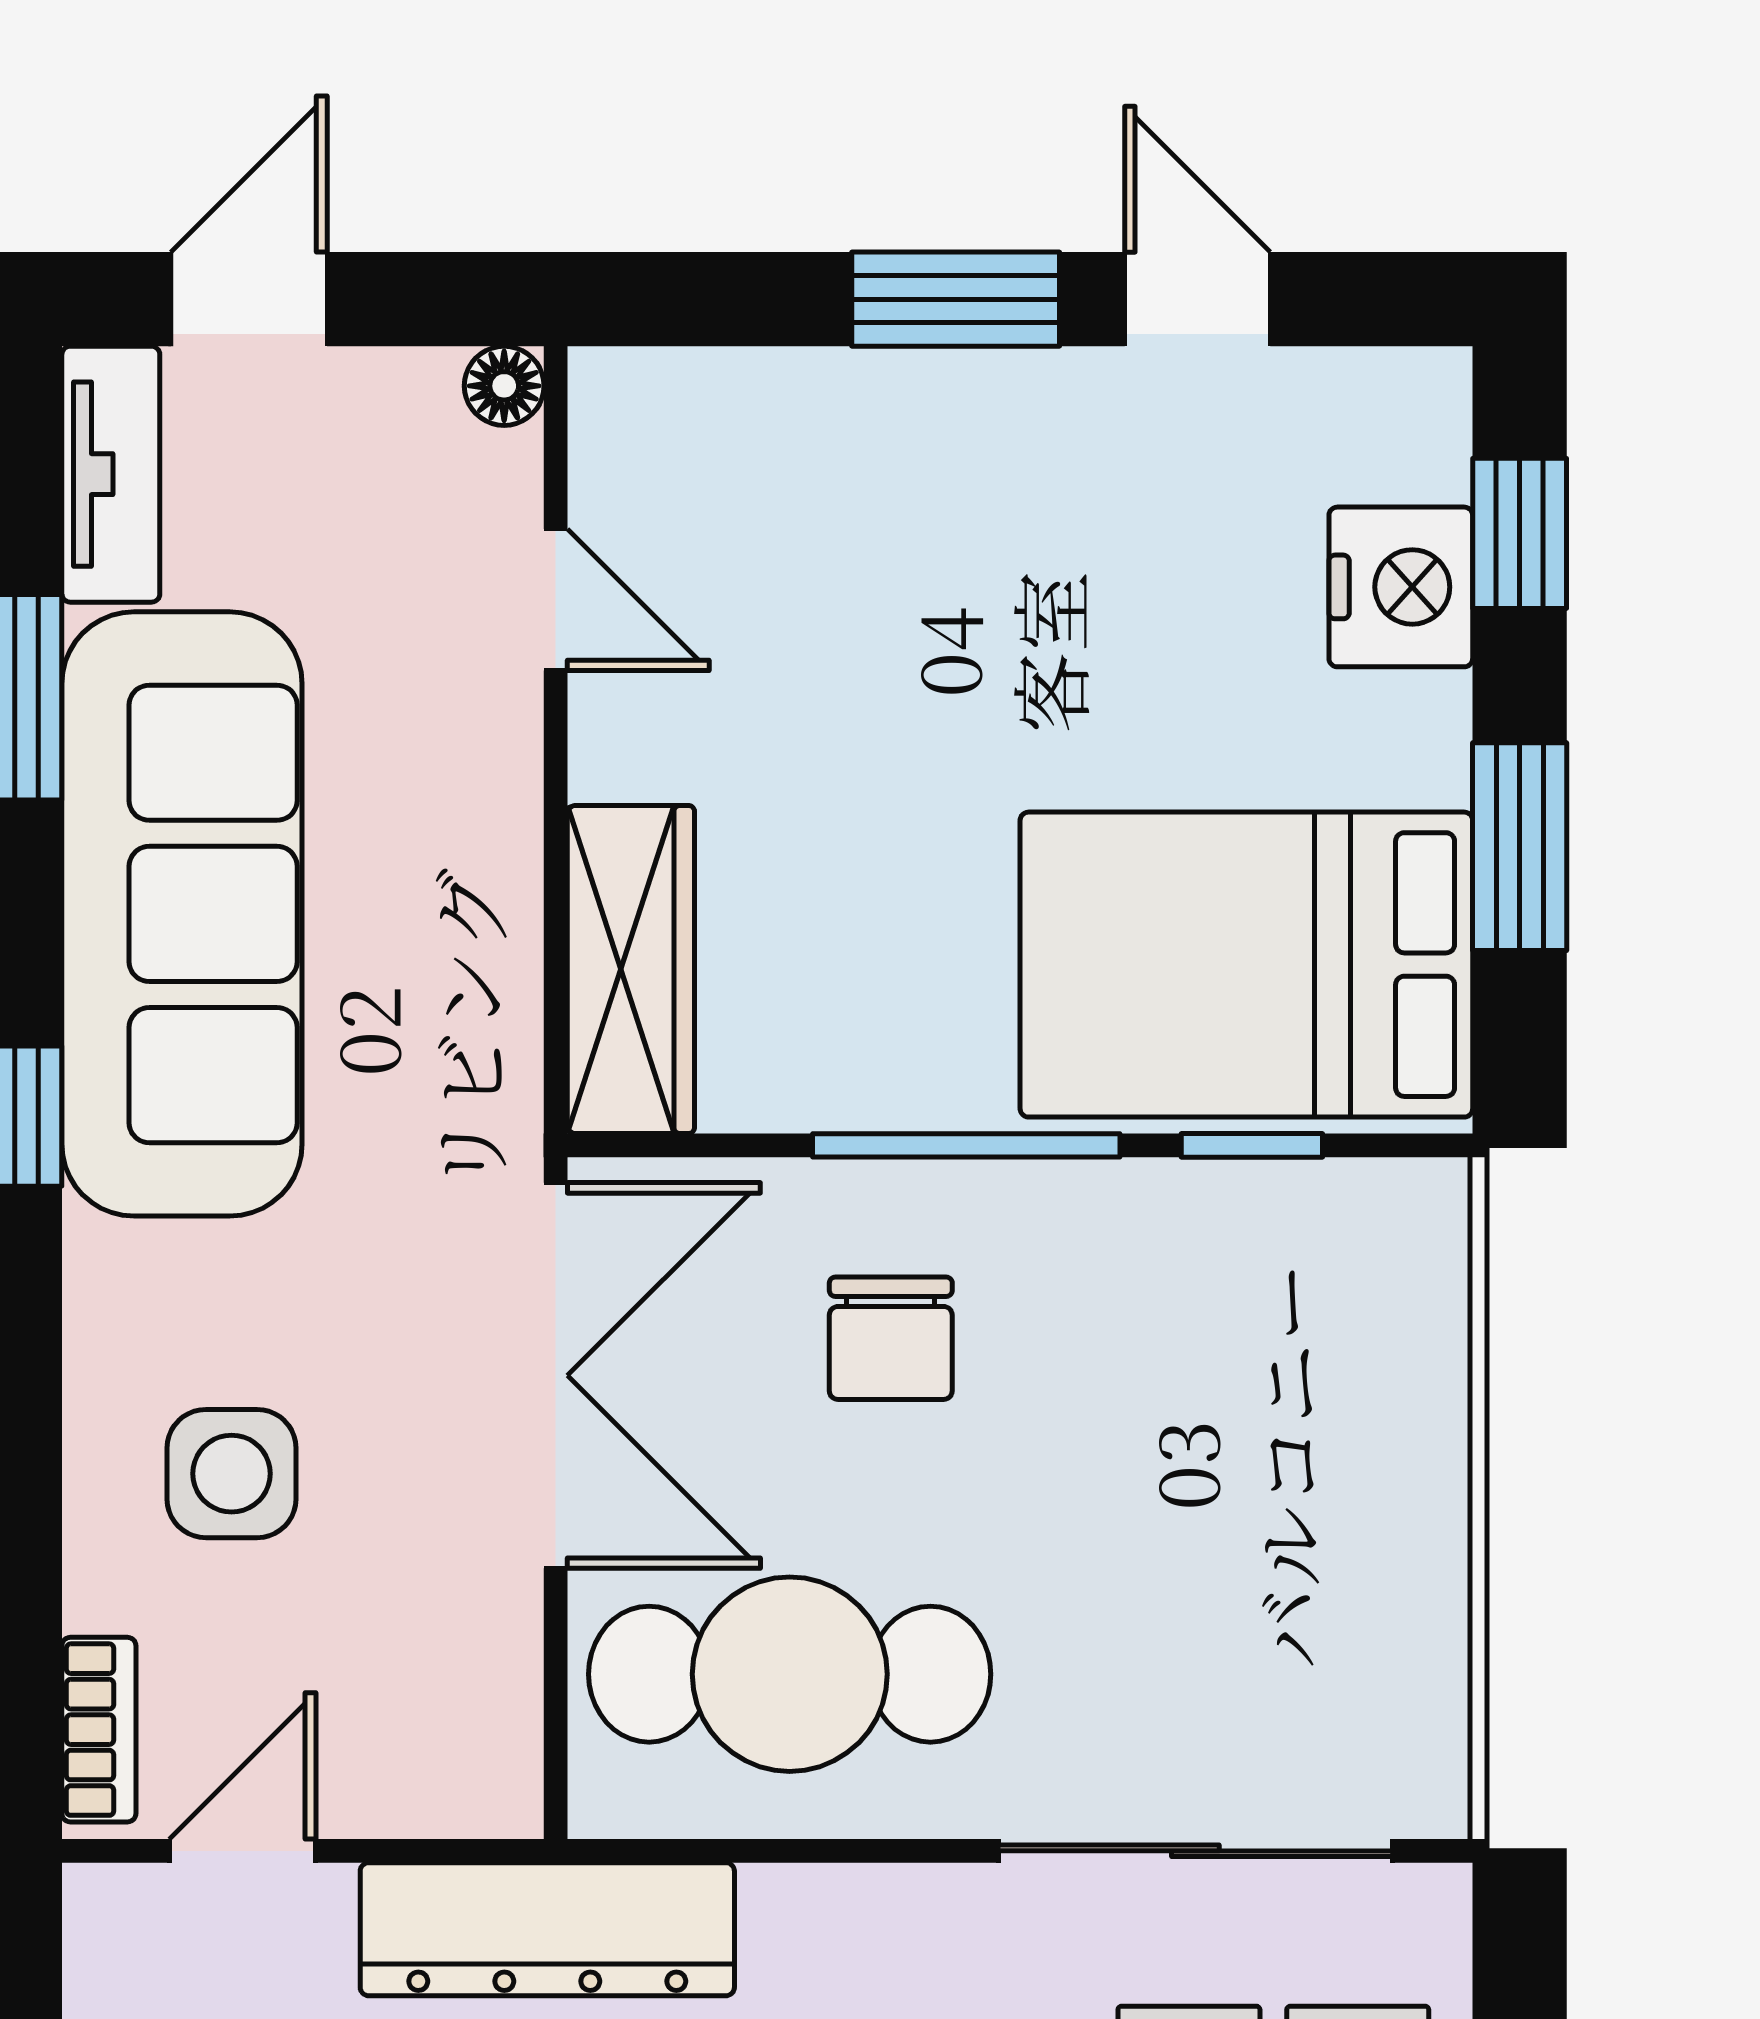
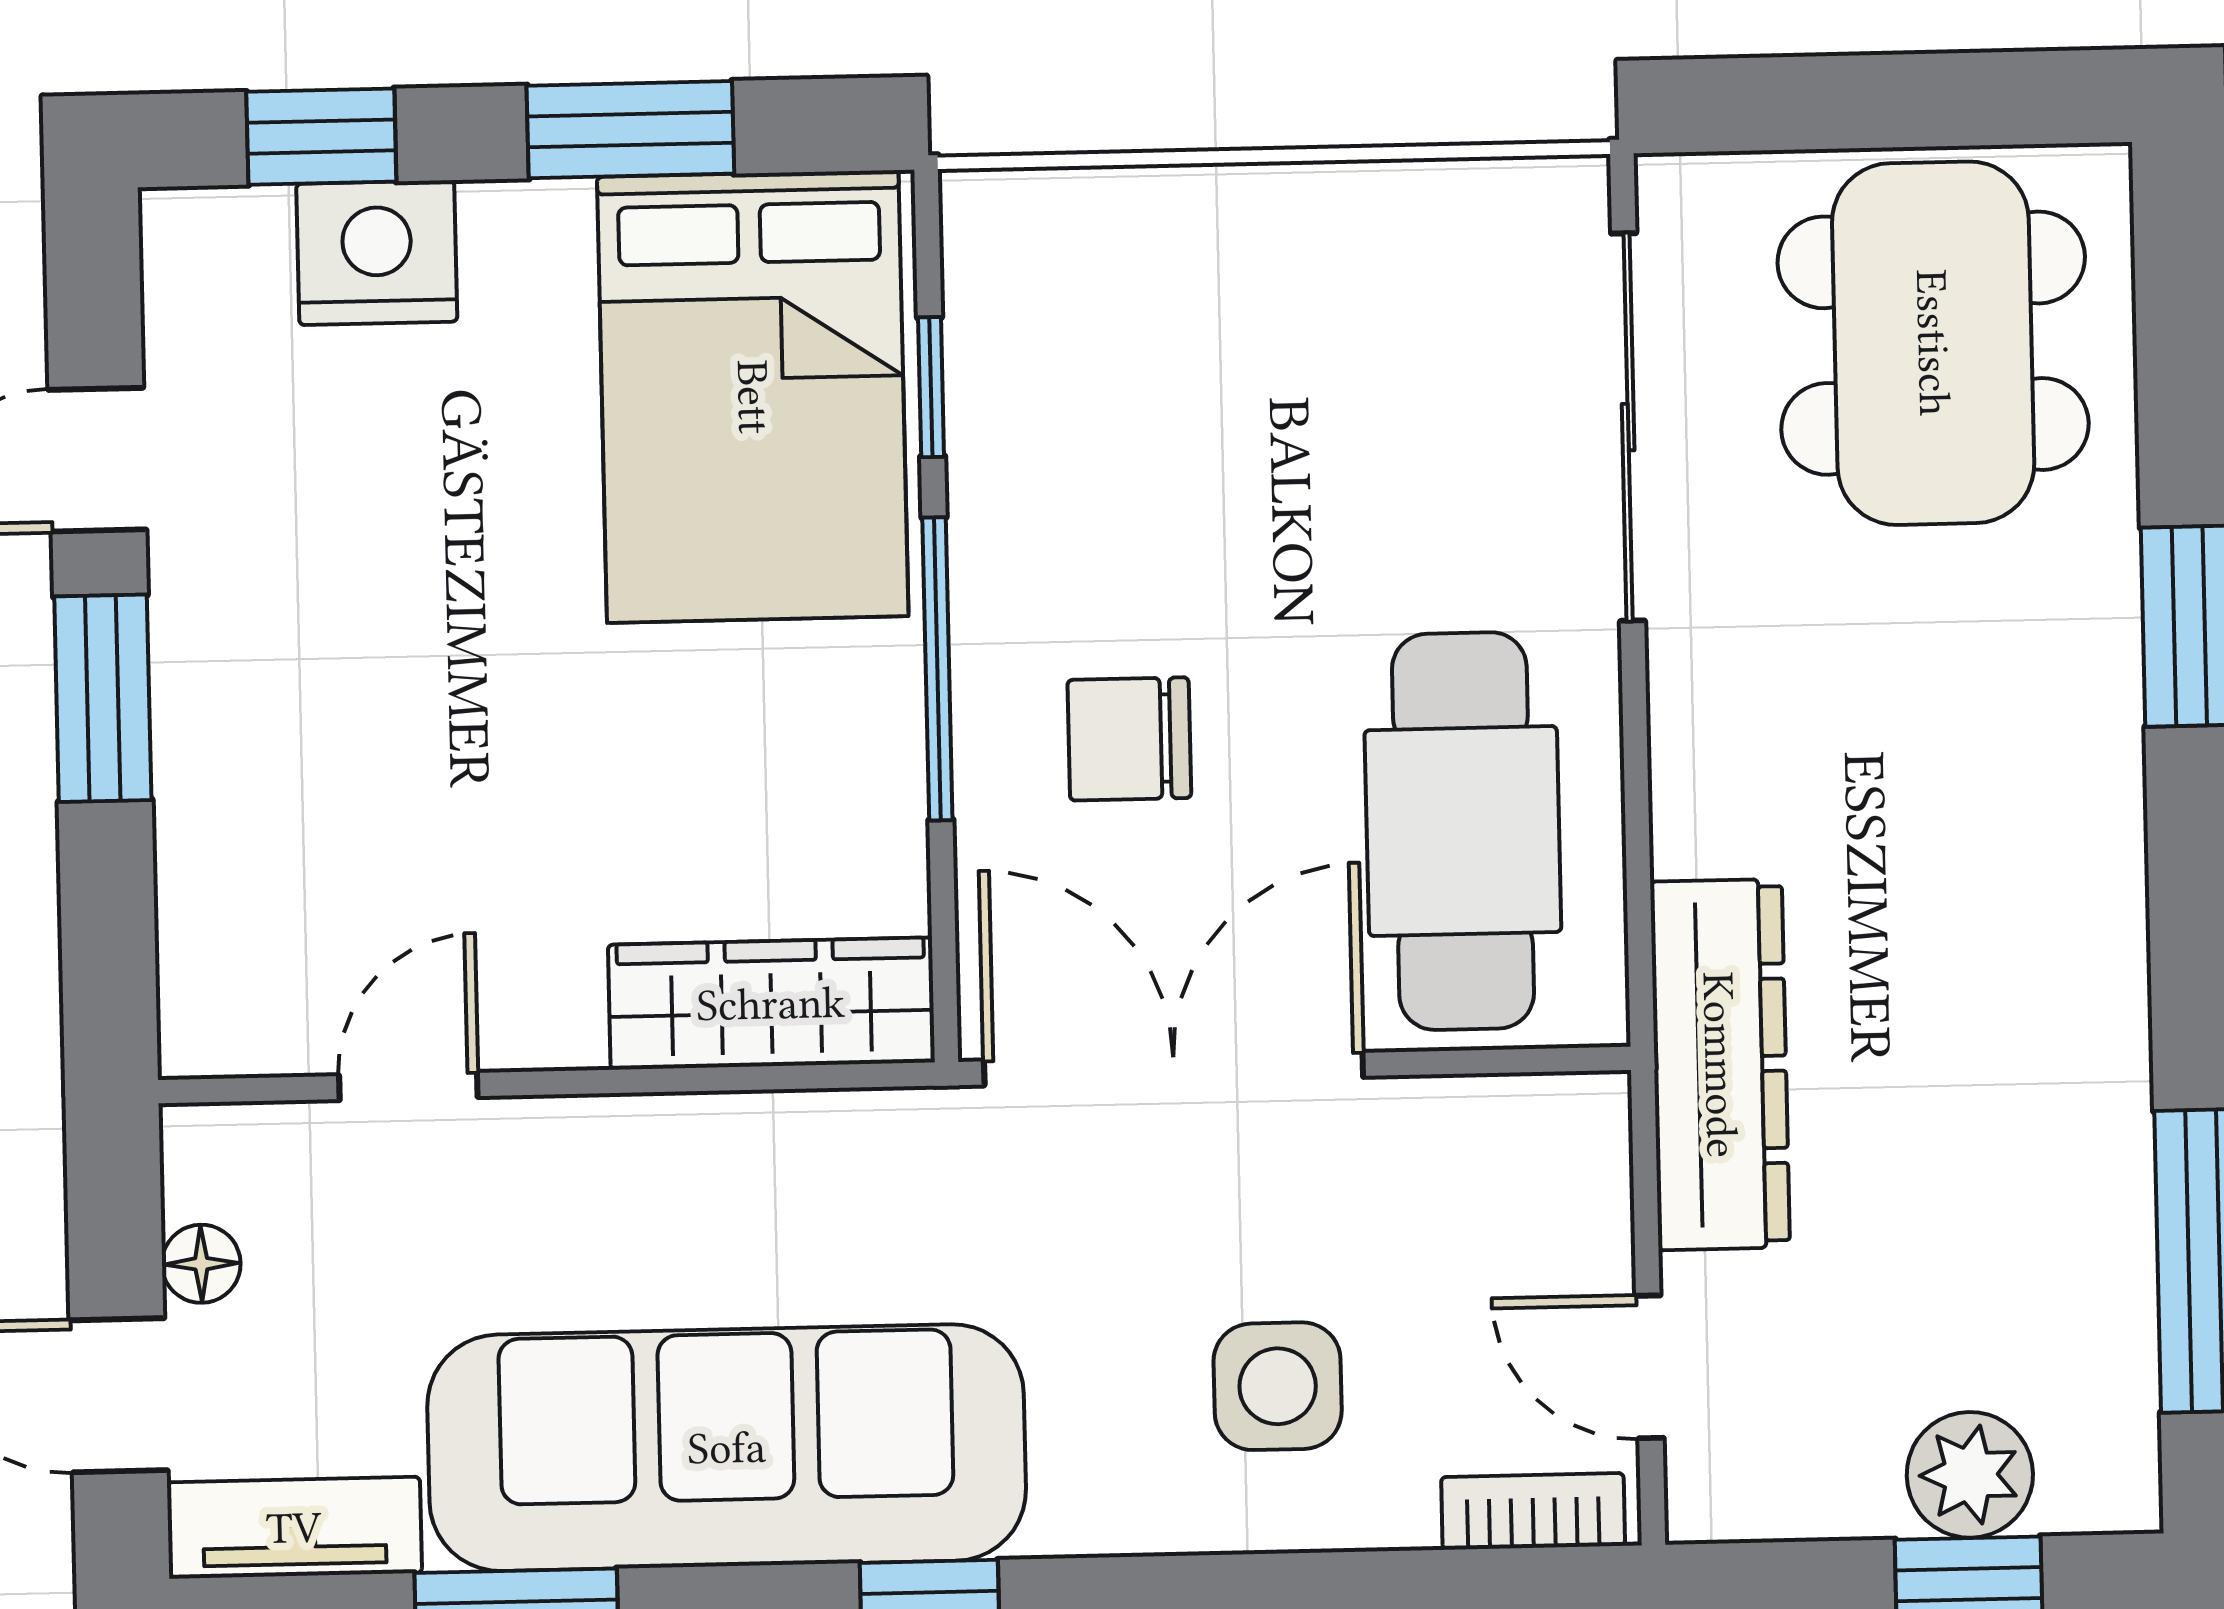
floor lamp: (504, 386) -> (201, 1264), moved
chair: (891, 1338) -> (1129, 739), turned 180

